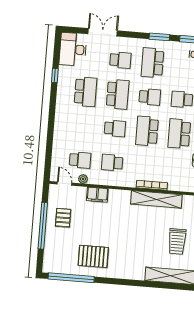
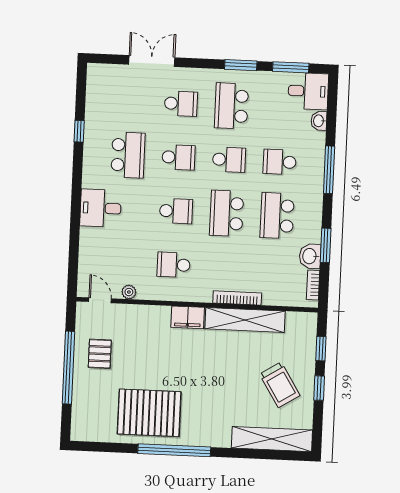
desk: (73, 49) -> (101, 208), moved, width x0.73
school desk: (118, 94) -> (178, 157), width x0.54
school desk: (80, 160) -> (123, 262), removed
filing cabinet: (97, 195) -> (188, 317), moved
trolley: (177, 241) -> (280, 385), turned -32
pallet: (93, 256) -> (149, 413), width x1.37, depth x1.41
window: (71, 278) -> (174, 450), moved

